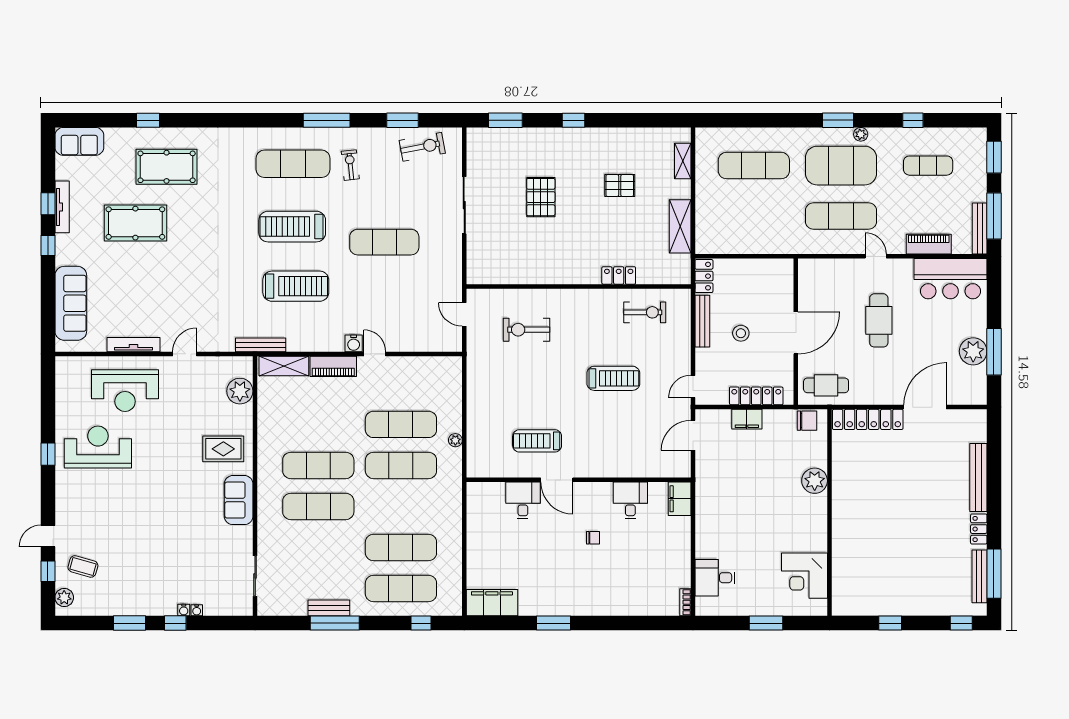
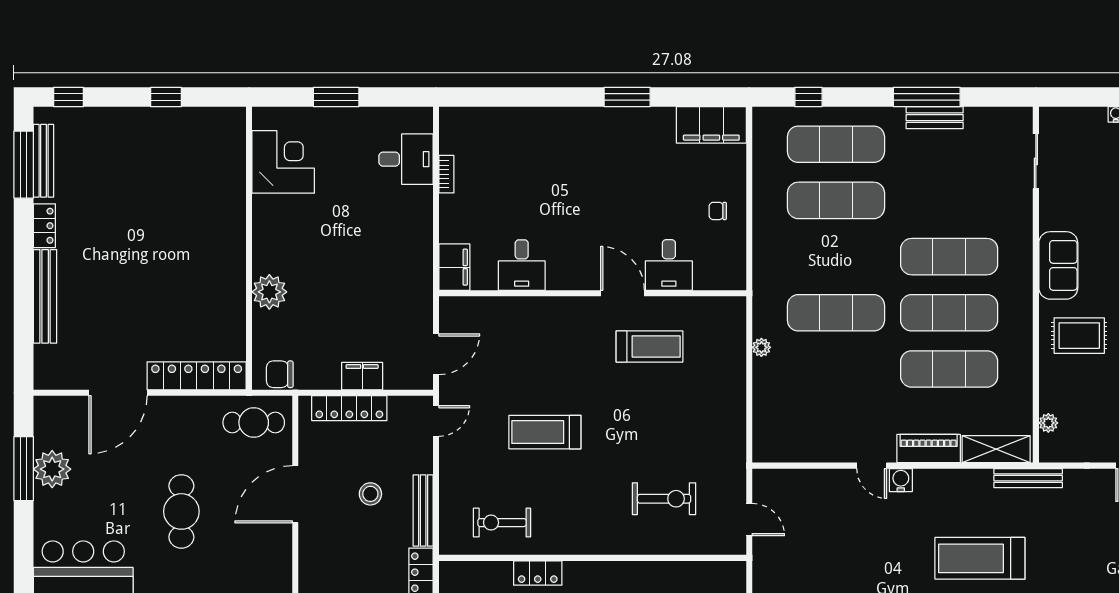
plant: (240, 391) -> (1048, 423), width x0.53, depth x0.53
exercise mat: (401, 424) -> (949, 369), moved
chair: (593, 538) -> (718, 211), moved
bookcase: (685, 602) -> (446, 174), moved

